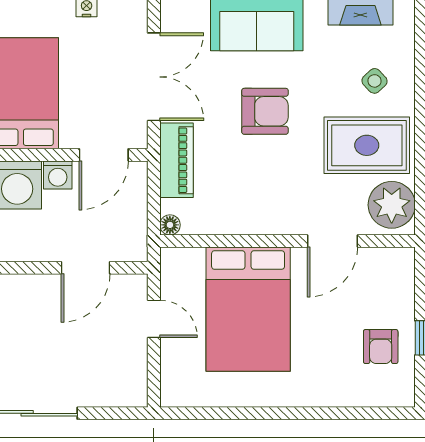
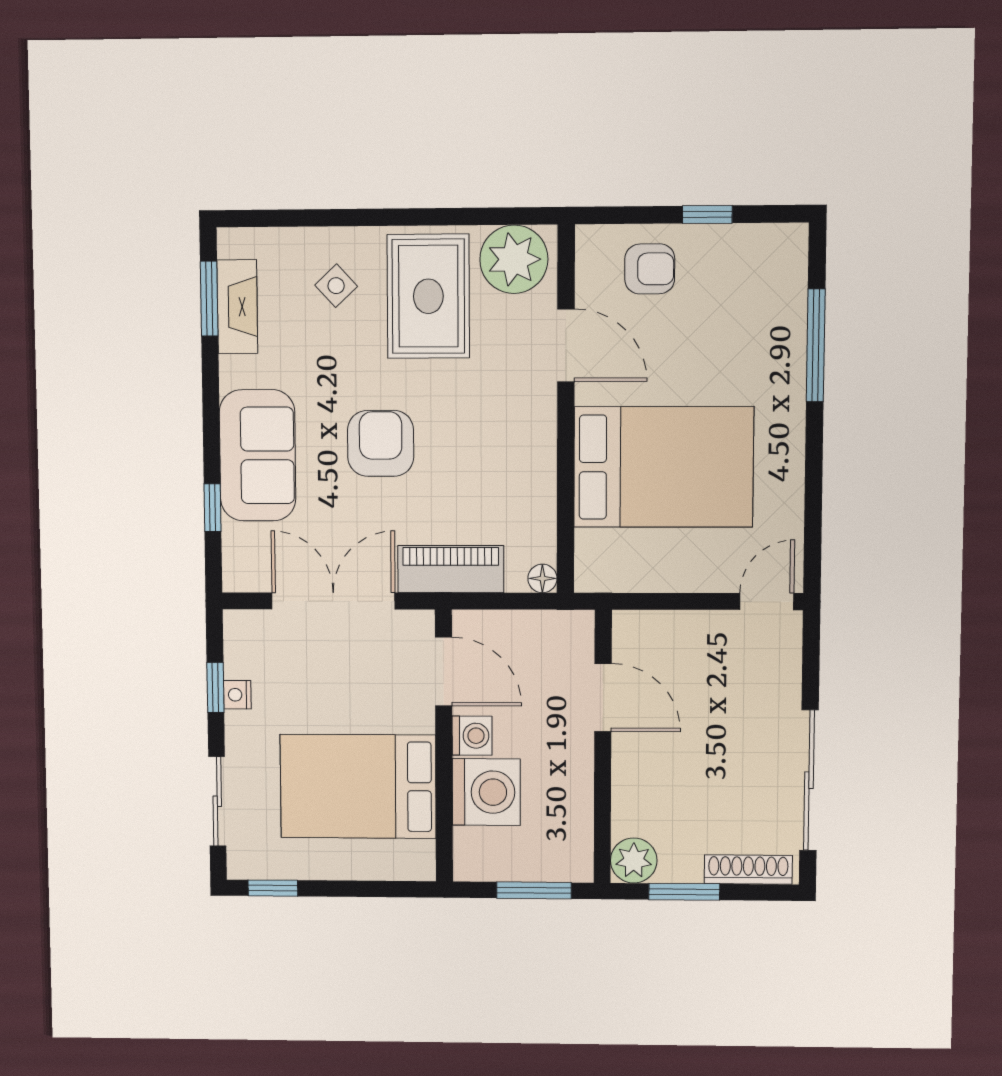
door: (154, 319) -> (767, 602), moved
armchair: (381, 347) -> (650, 269), moved
window: (332, 413) -> (816, 345), added

